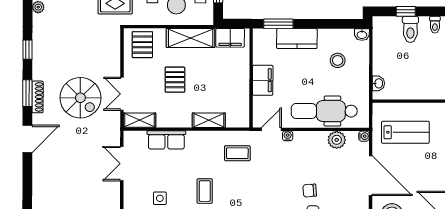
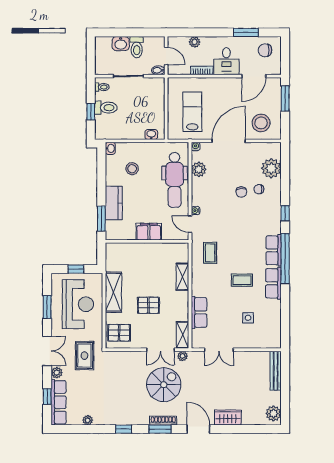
filing cabinet: (230, 38) -> (113, 259), removed
plant: (114, 120) -> (183, 356), added
wardrobe: (41, 174) -> (228, 417), added

